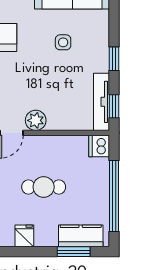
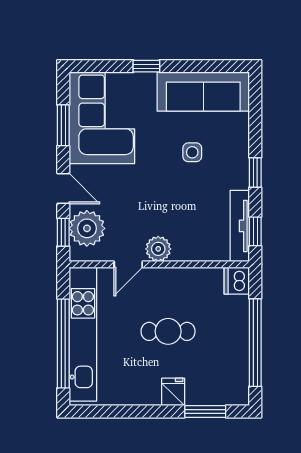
fridge: (24, 236) -> (173, 392), moved
kitchen counter: (81, 236) -> (214, 392), removed

